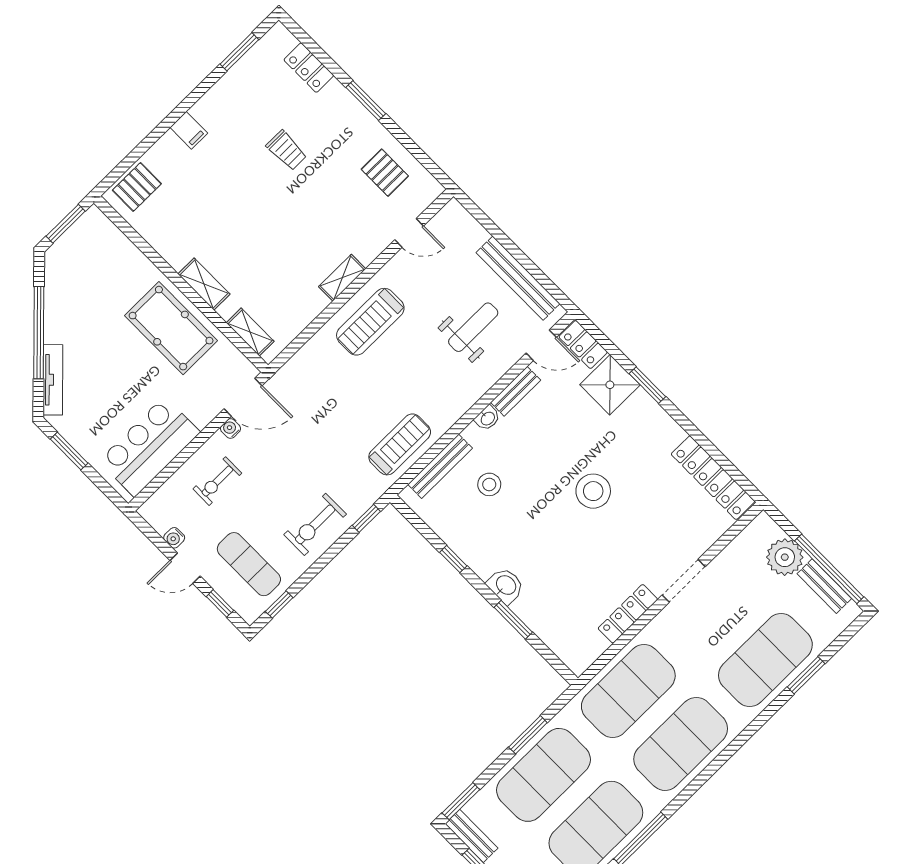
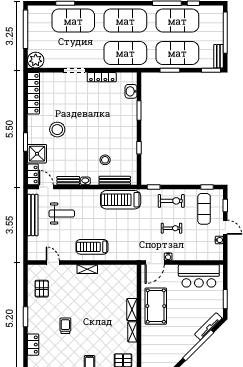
treadmill: (370, 322) -> (92, 247), turned 180
weight bench: (473, 327) -> (62, 214), turned 180
shelving: (250, 332) -> (132, 332), moved
door: (243, 397) -> (155, 262), swing flipped
treadmill: (400, 444) -> (121, 200), width x1.37, depth x1.38
exercise bike: (217, 481) -> (171, 228), moved
stool: (593, 491) -> (57, 130), moved
plant: (785, 557) -> (36, 60), moved
washbasin: (506, 586) -> (131, 91), moved
bench: (824, 586) -> (32, 25), removed

